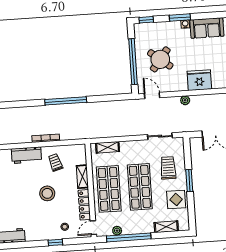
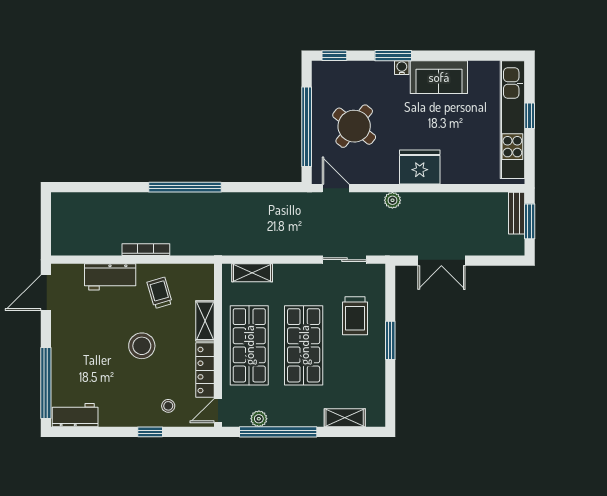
trolley: (168, 168) -> (355, 316), turned 180
display table: (176, 200) -> (365, 372), removed

